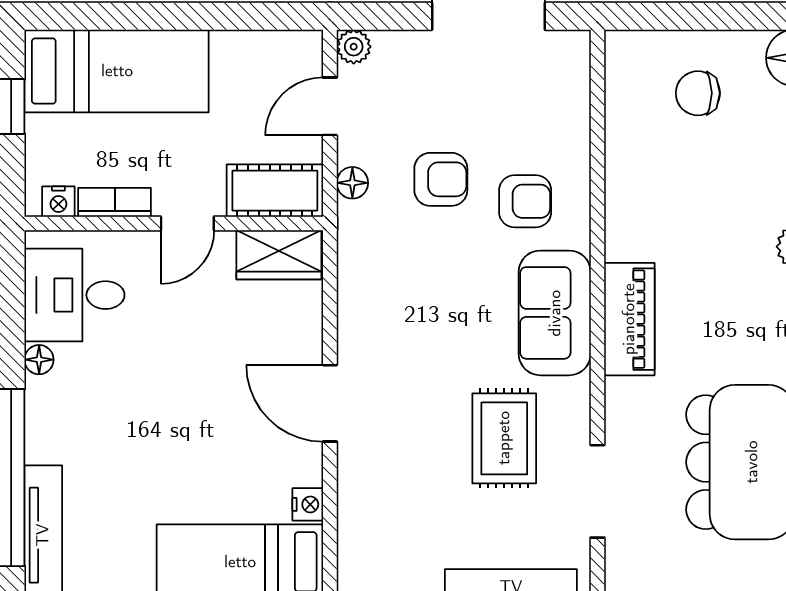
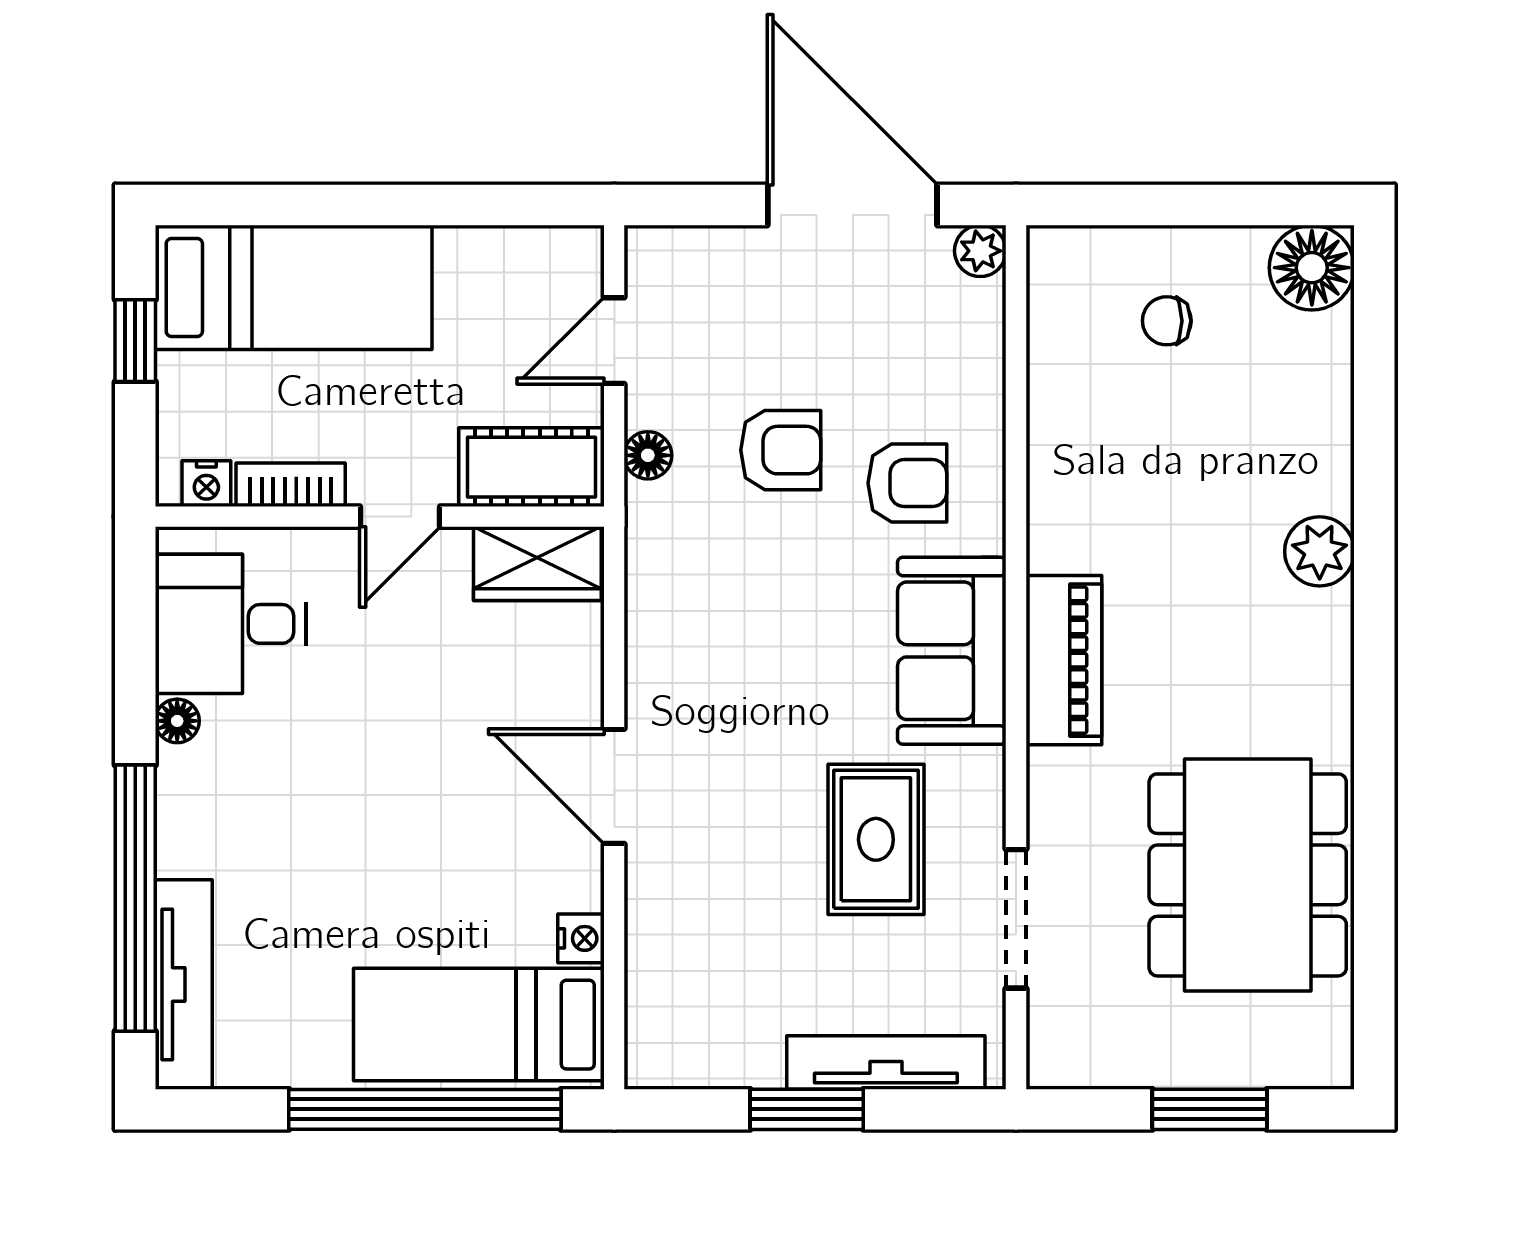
plant: (354, 47) -> (980, 251), moved
chair: (698, 93) -> (1167, 321), width x0.73, depth x0.73

